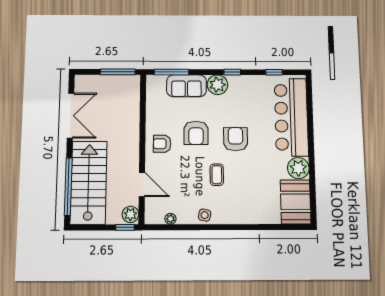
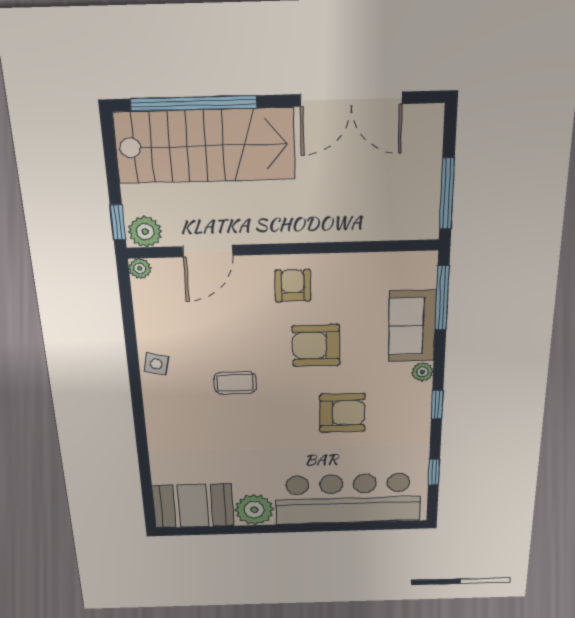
plant: (217, 85) -> (422, 372), width x0.53, depth x0.53
armchair: (235, 139) -> (342, 413), moved
plant: (170, 219) -> (140, 268), moved

